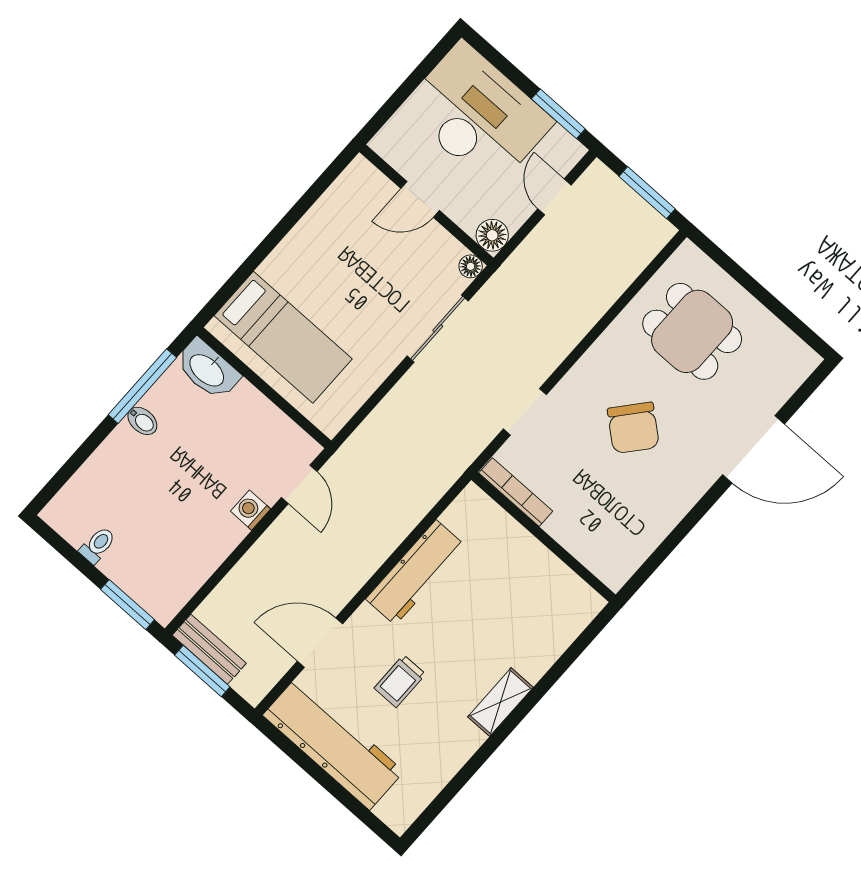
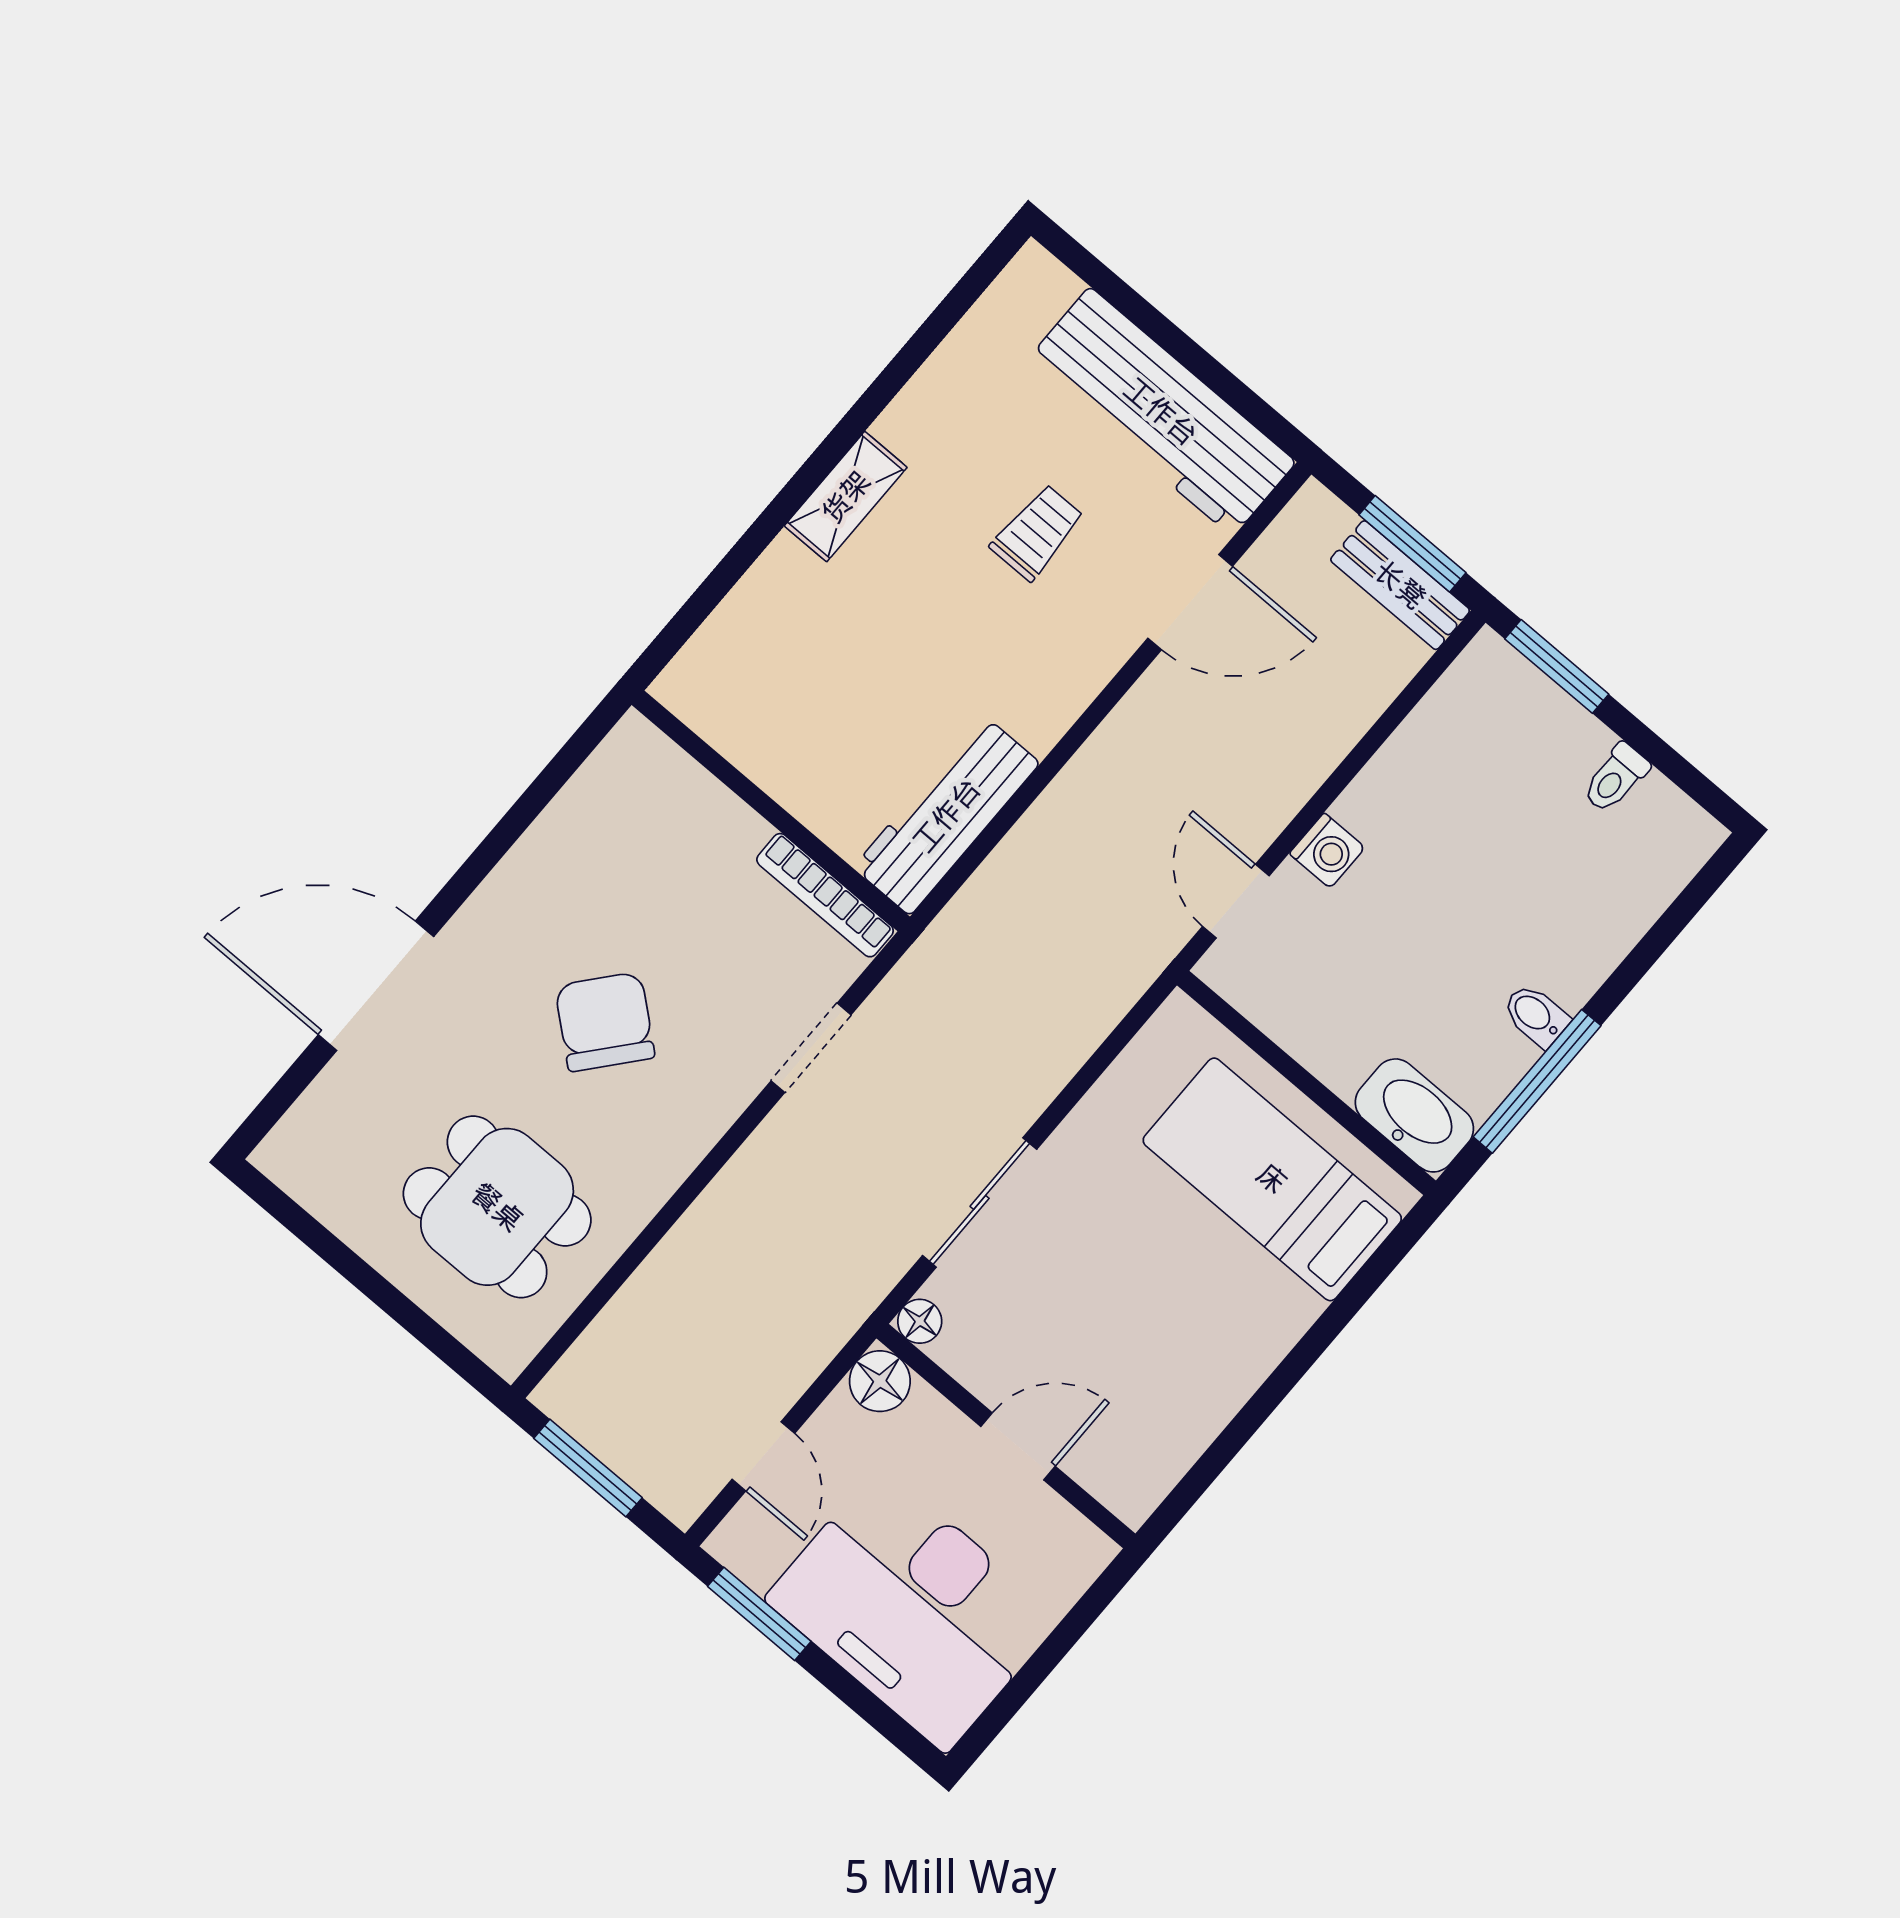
workbench: (416, 573) -> (947, 815), moved

